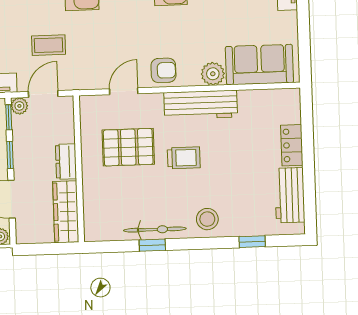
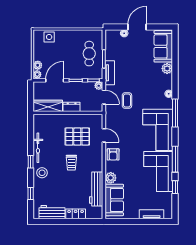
workbench: (201, 105) -> (96, 189), moved
pallet: (128, 147) -> (77, 137), turned 90
window: (152, 245) -> (31, 162), moved

